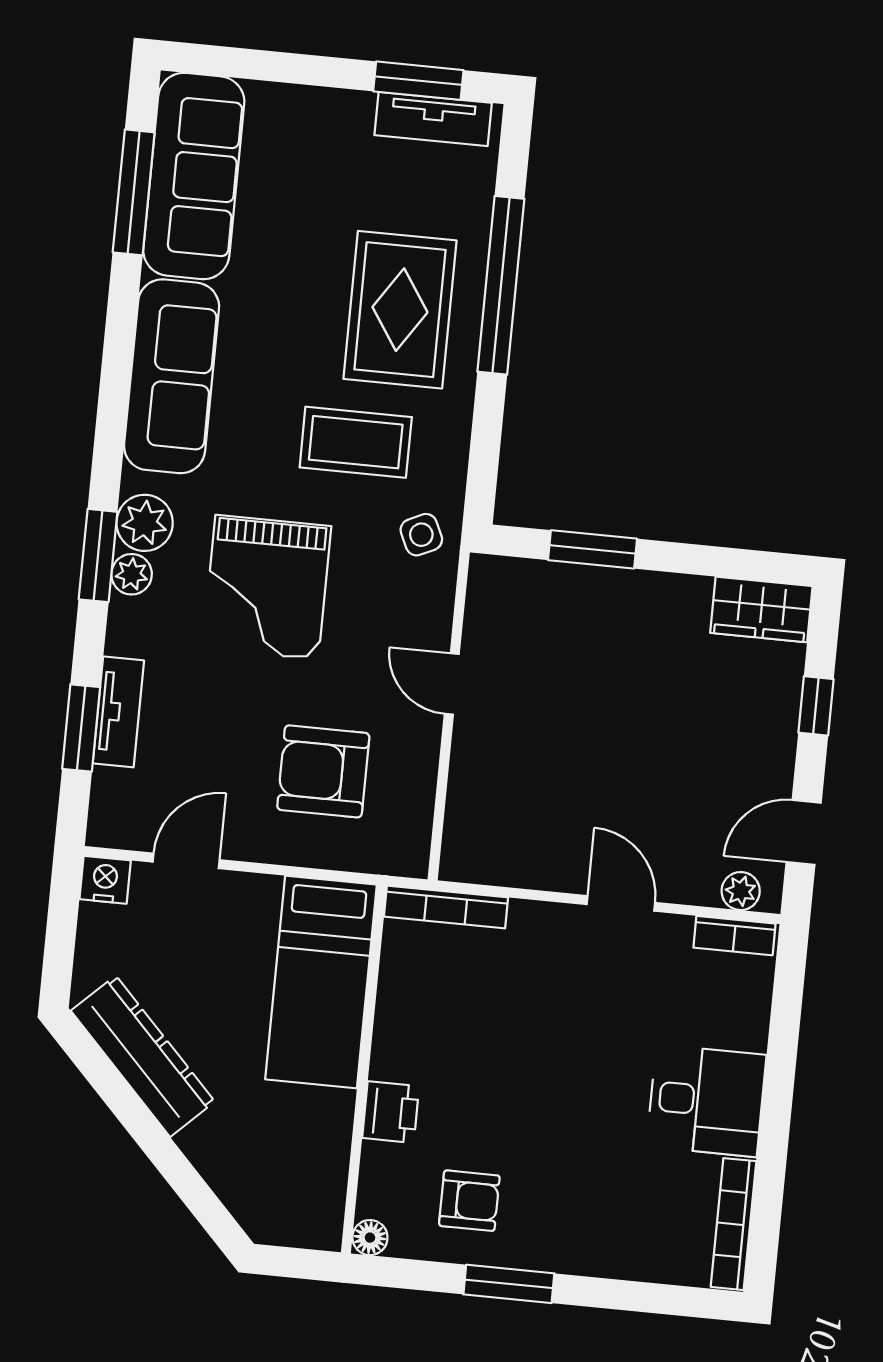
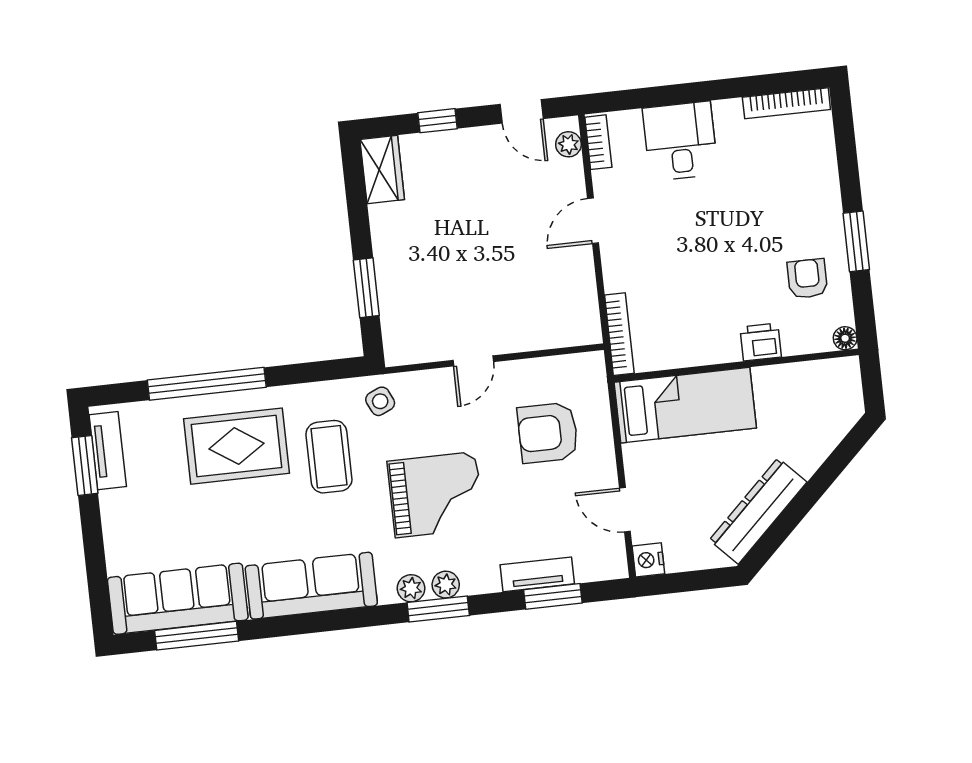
plant: (145, 523) -> (411, 588), width x0.73, depth x0.73
armchair: (323, 771) -> (548, 433), turned 90
desk: (706, 1101) -> (680, 141), moved

